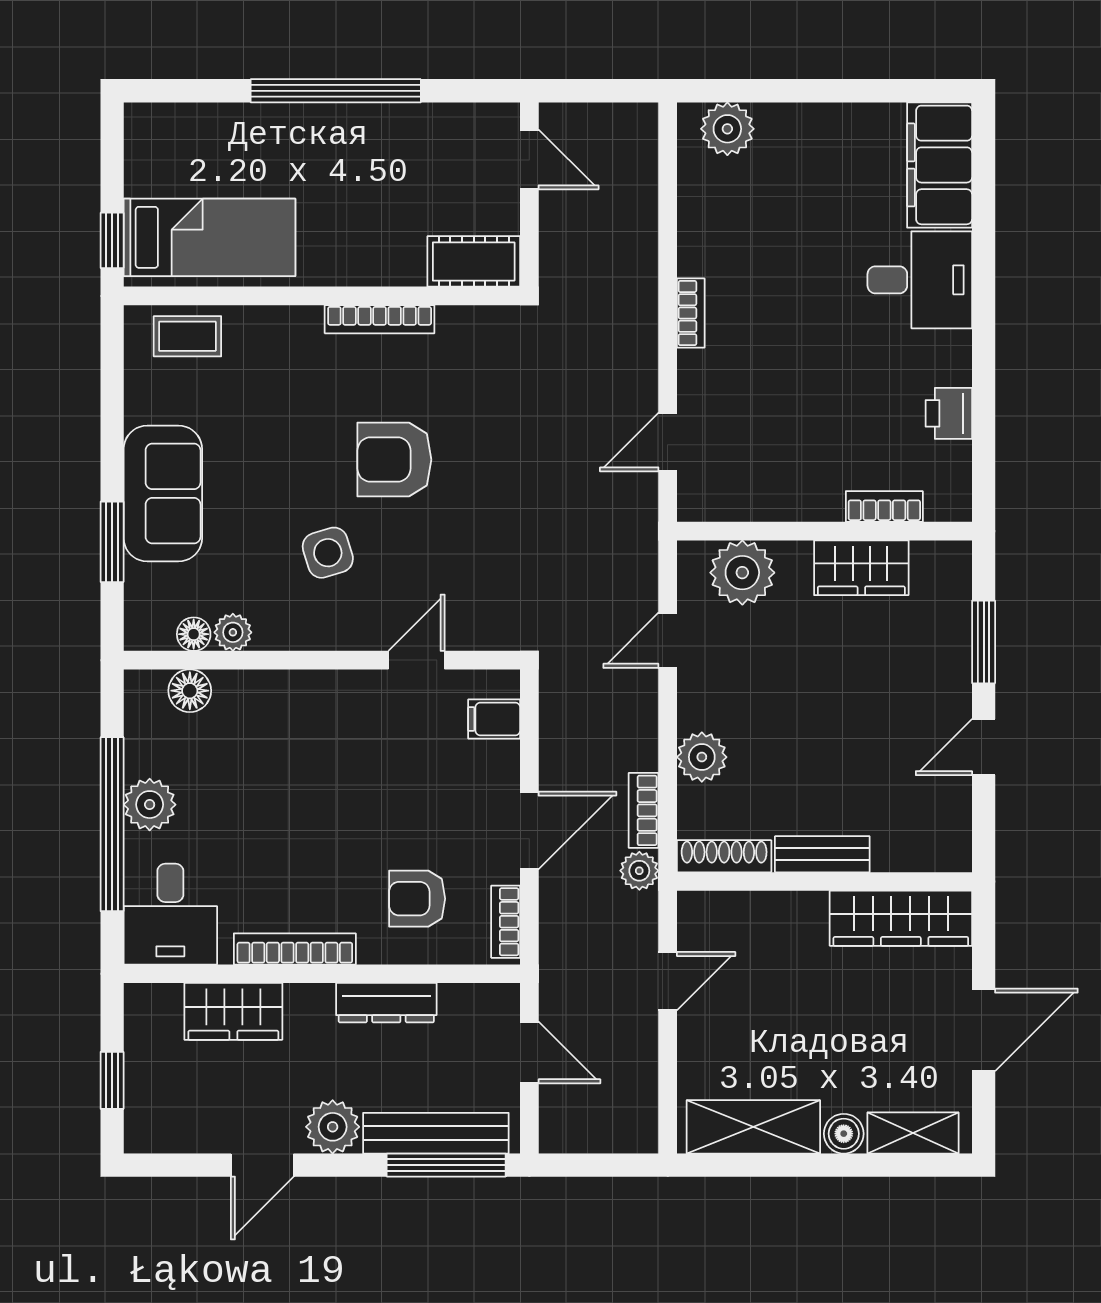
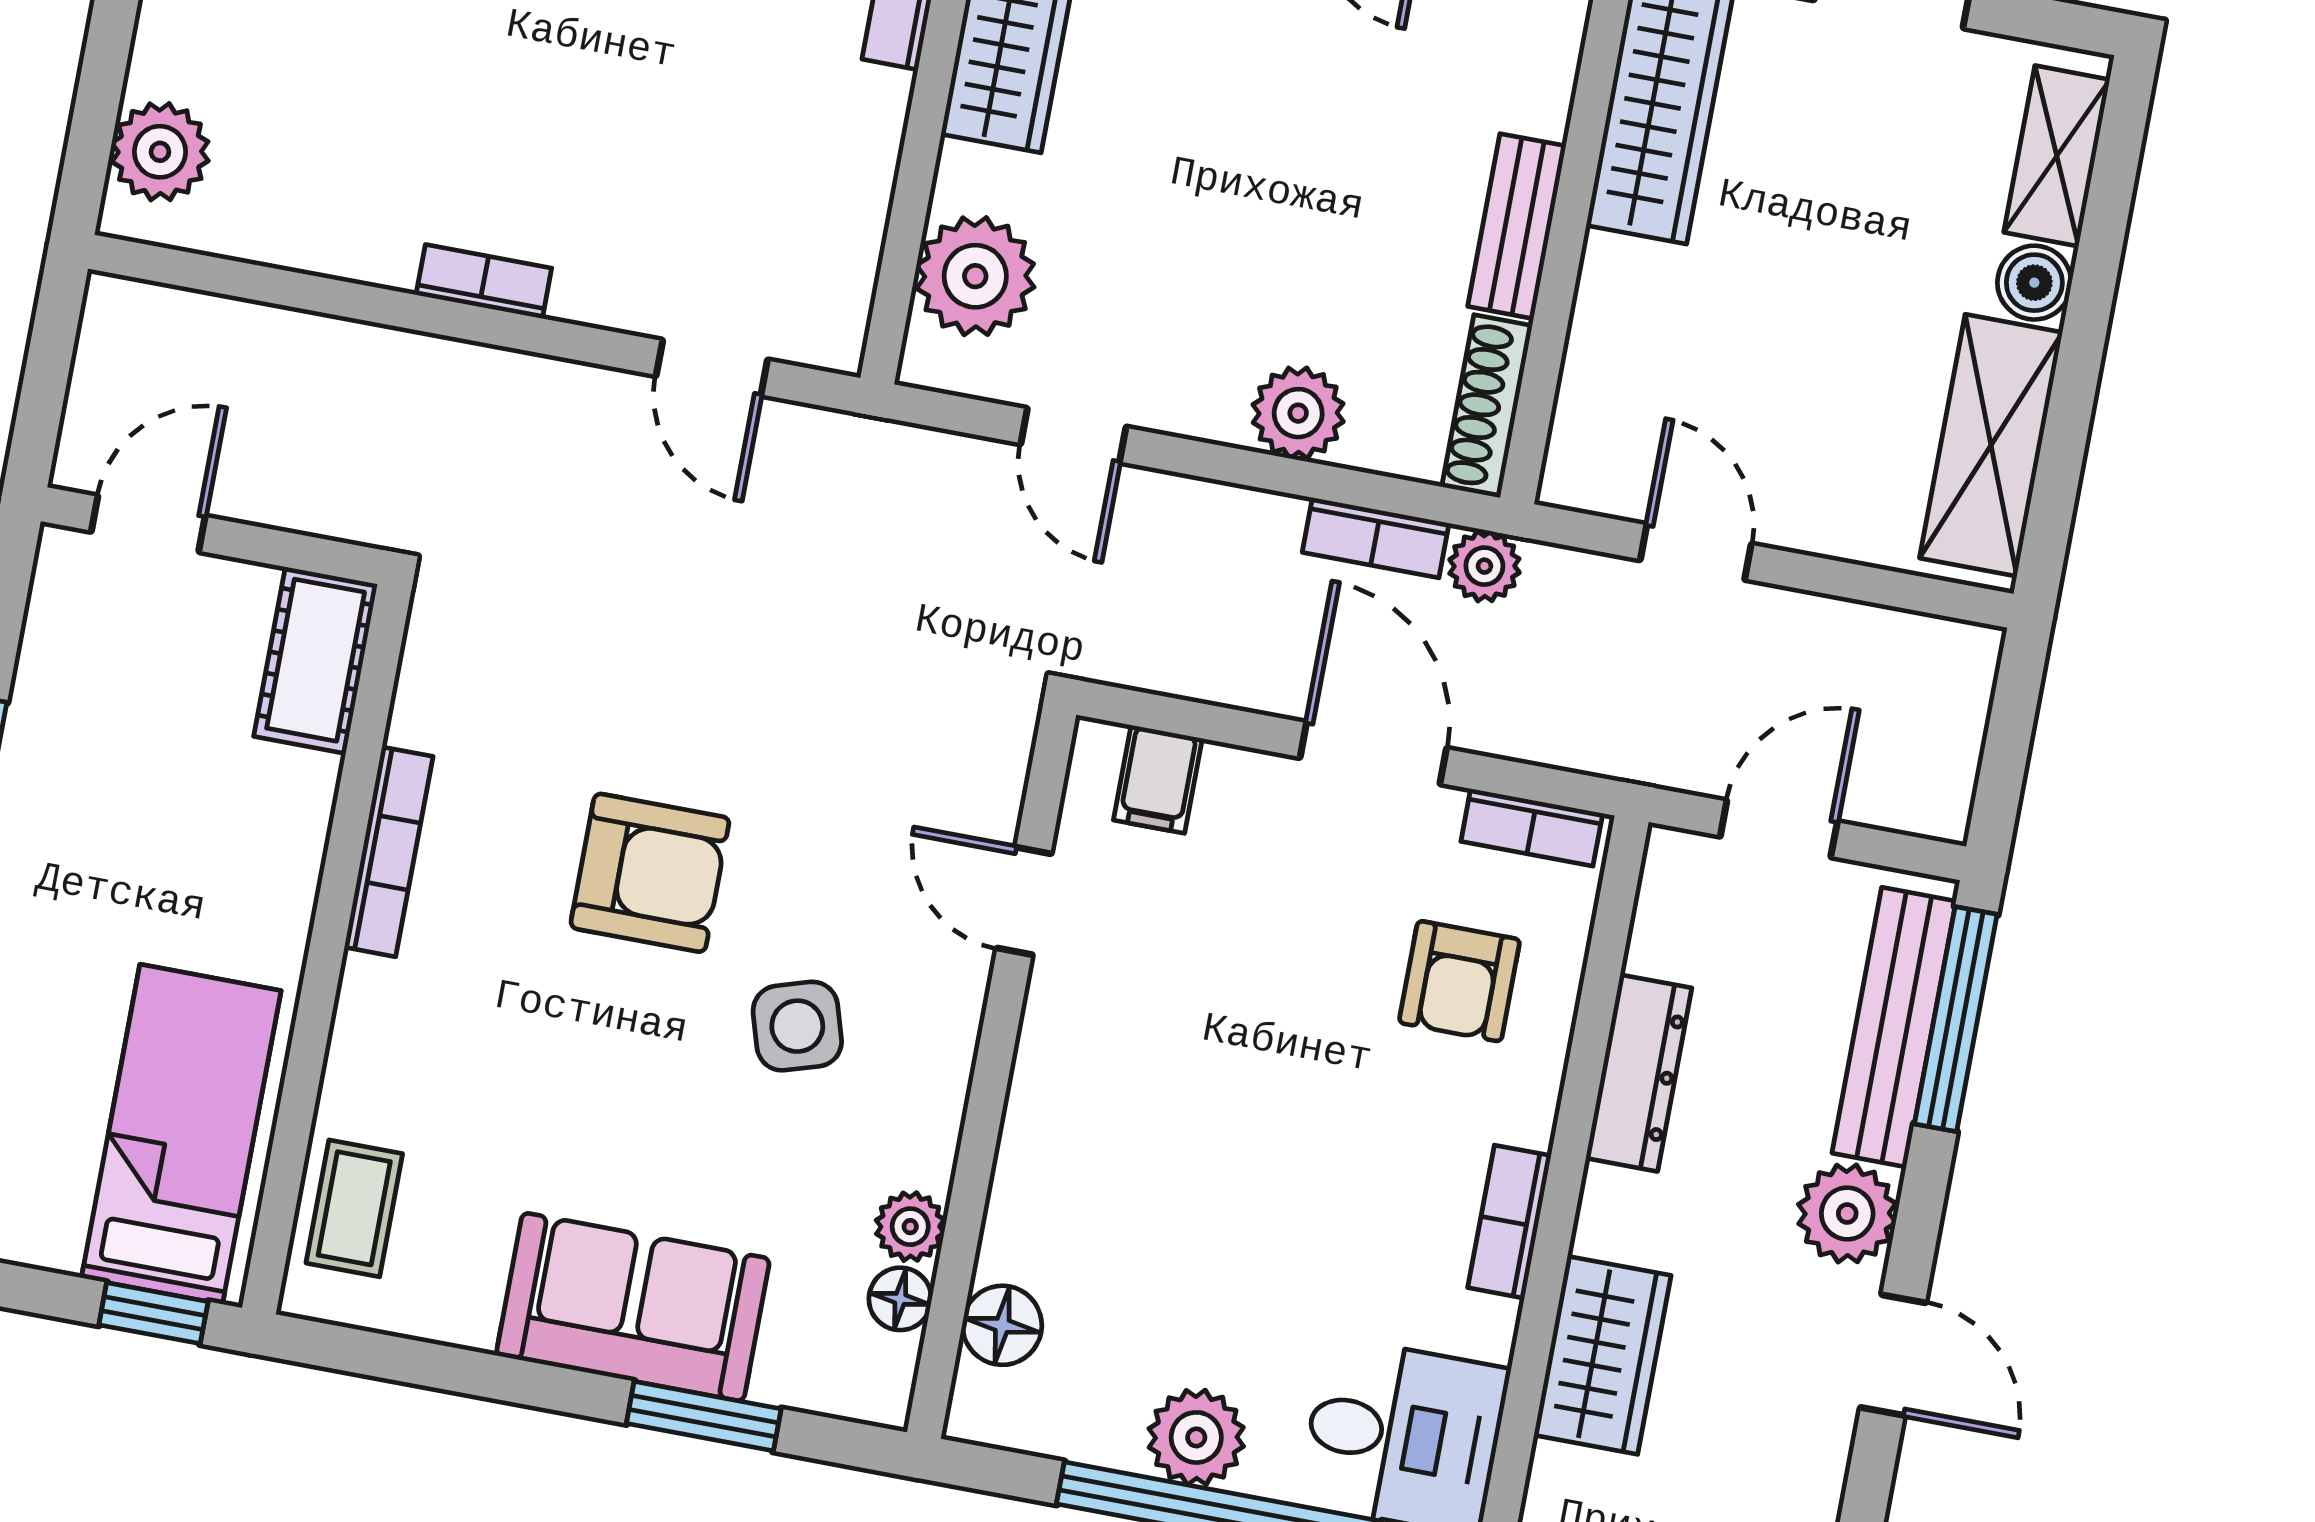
armchair: (394, 460) -> (650, 873), turned -90
bookcase: (295, 949) -> (1509, 1222), width x0.64

